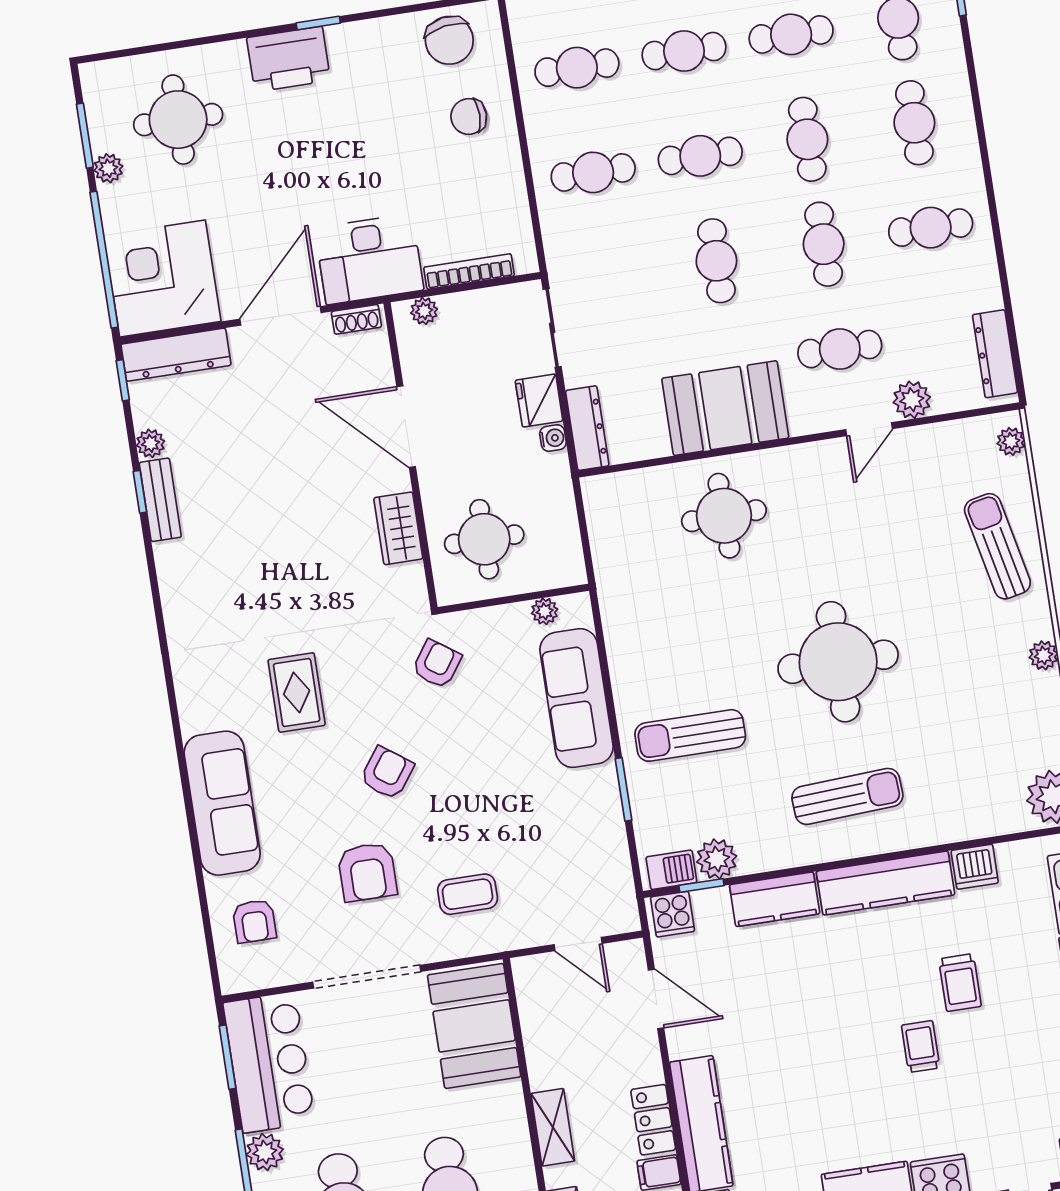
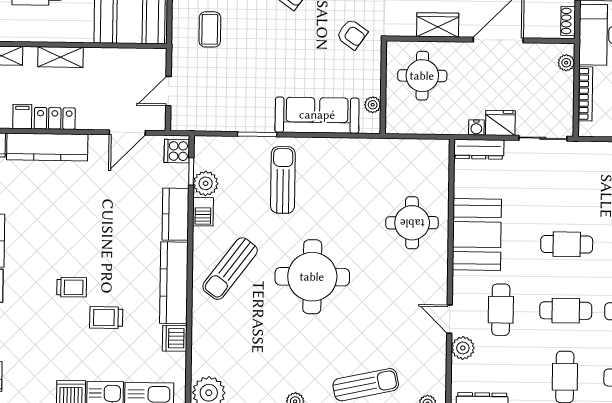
sun lounger: (847, 796) -> (230, 269), turned 40
barbecue: (671, 870) -> (203, 212), moved

